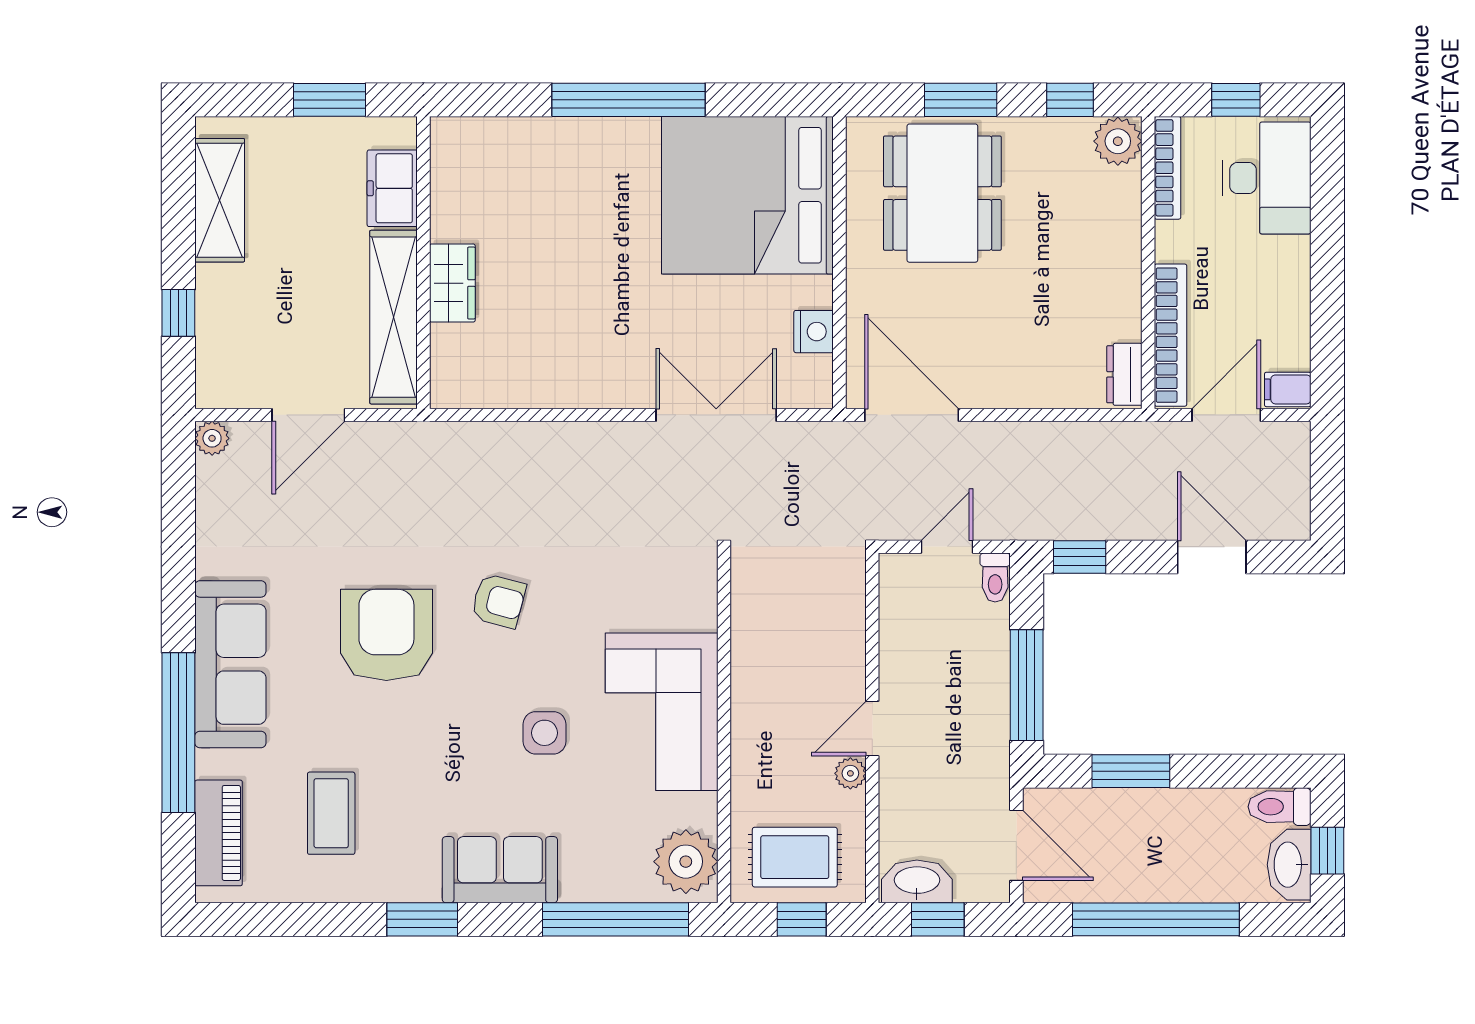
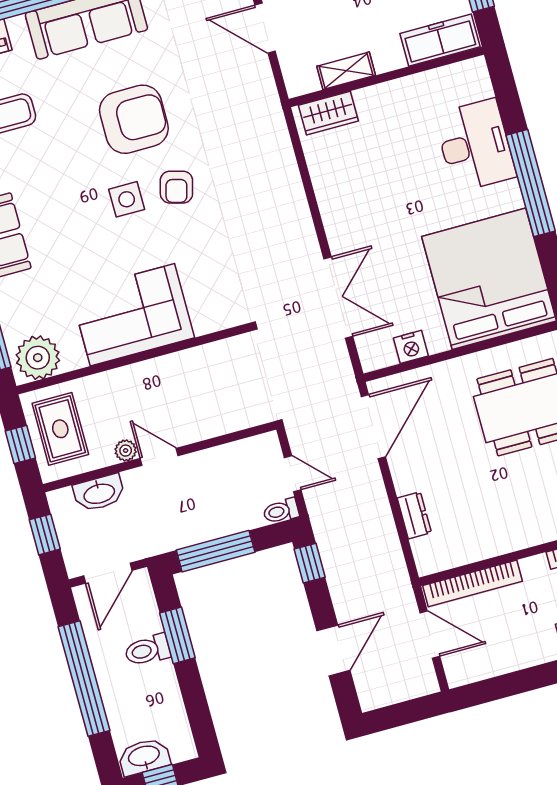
desk: (554, 164) -> (475, 145), added
freezer: (392, 188) -> (440, 40), width x1.40
wardrobe: (452, 283) -> (328, 113), moved
shelving: (393, 317) -> (346, 71), width x0.45, depth x0.75
dresser: (1124, 374) -> (414, 515), moved, turned 90
filing cabinet: (1288, 389) -> (458, 670), removed
side table: (544, 733) -> (127, 199), moved
toilet: (1279, 807) -> (147, 650), moved, turned -90
washbasin: (917, 881) -> (99, 493), moved, turned 90

